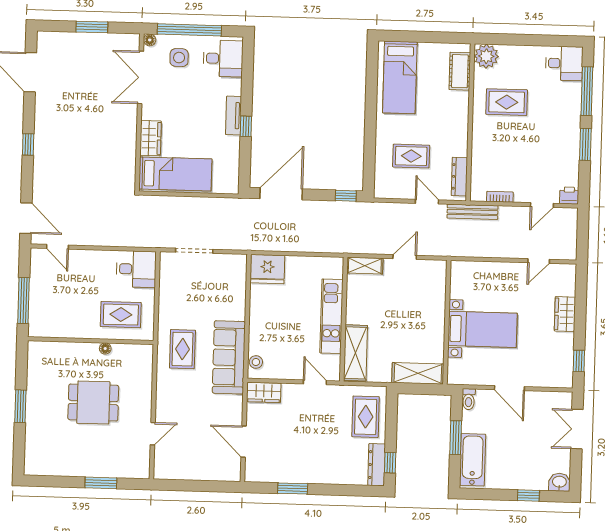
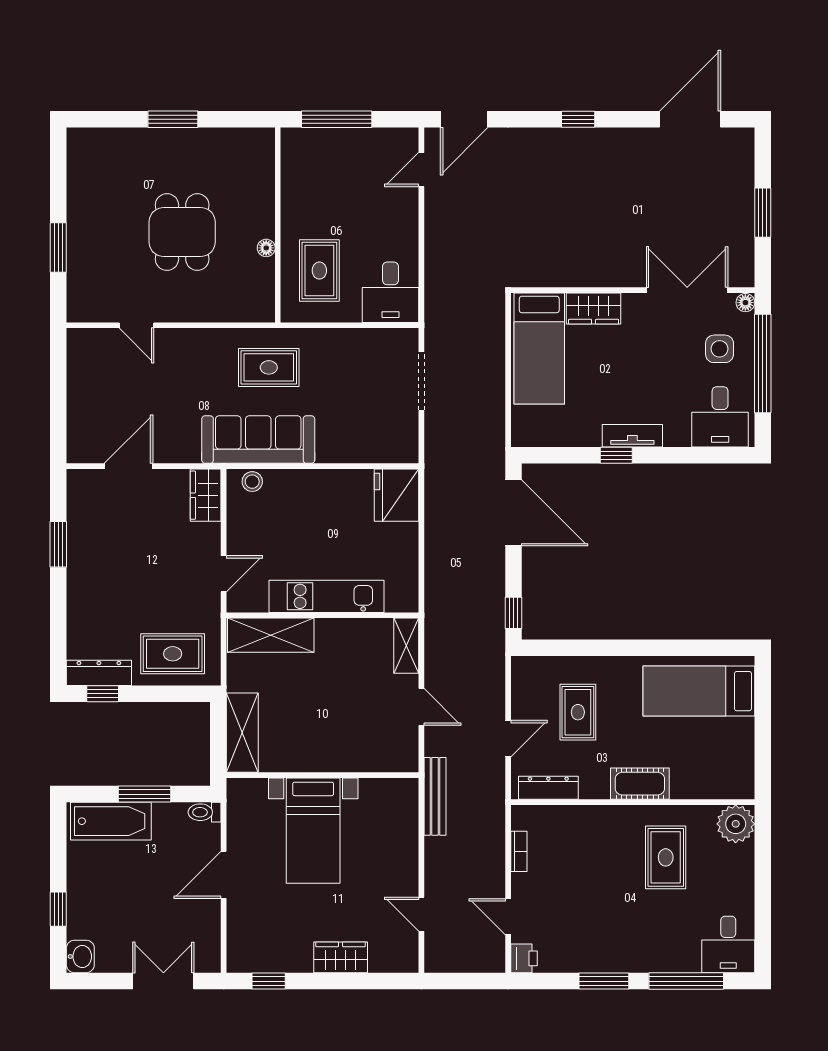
cot: (460, 71) -> (640, 784), moved
bench: (472, 212) -> (435, 796), moved

